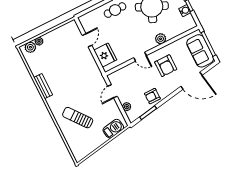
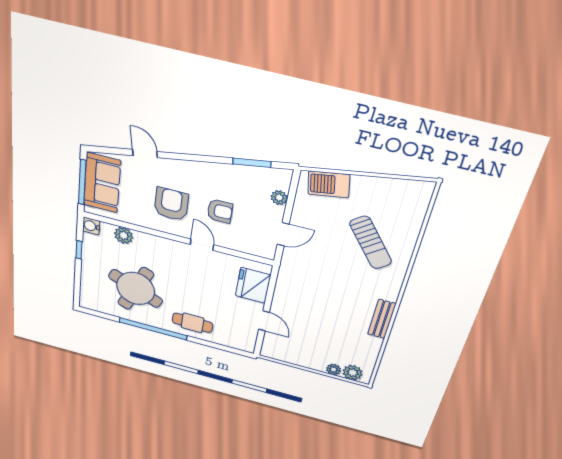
water cooler: (185, 11) -> (91, 226), moved
plant: (161, 39) -> (124, 235), moved
door: (87, 40) -> (264, 321), swing flipped
door: (191, 81) -> (145, 154), width x0.53
armchair: (152, 96) -> (220, 211), moved

